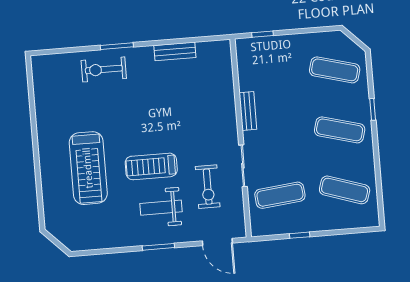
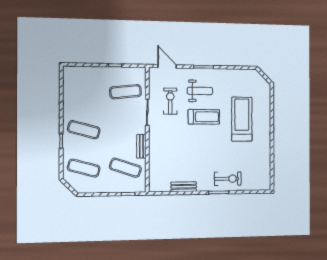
exercise mat: (345, 190) -> (125, 168), moved

